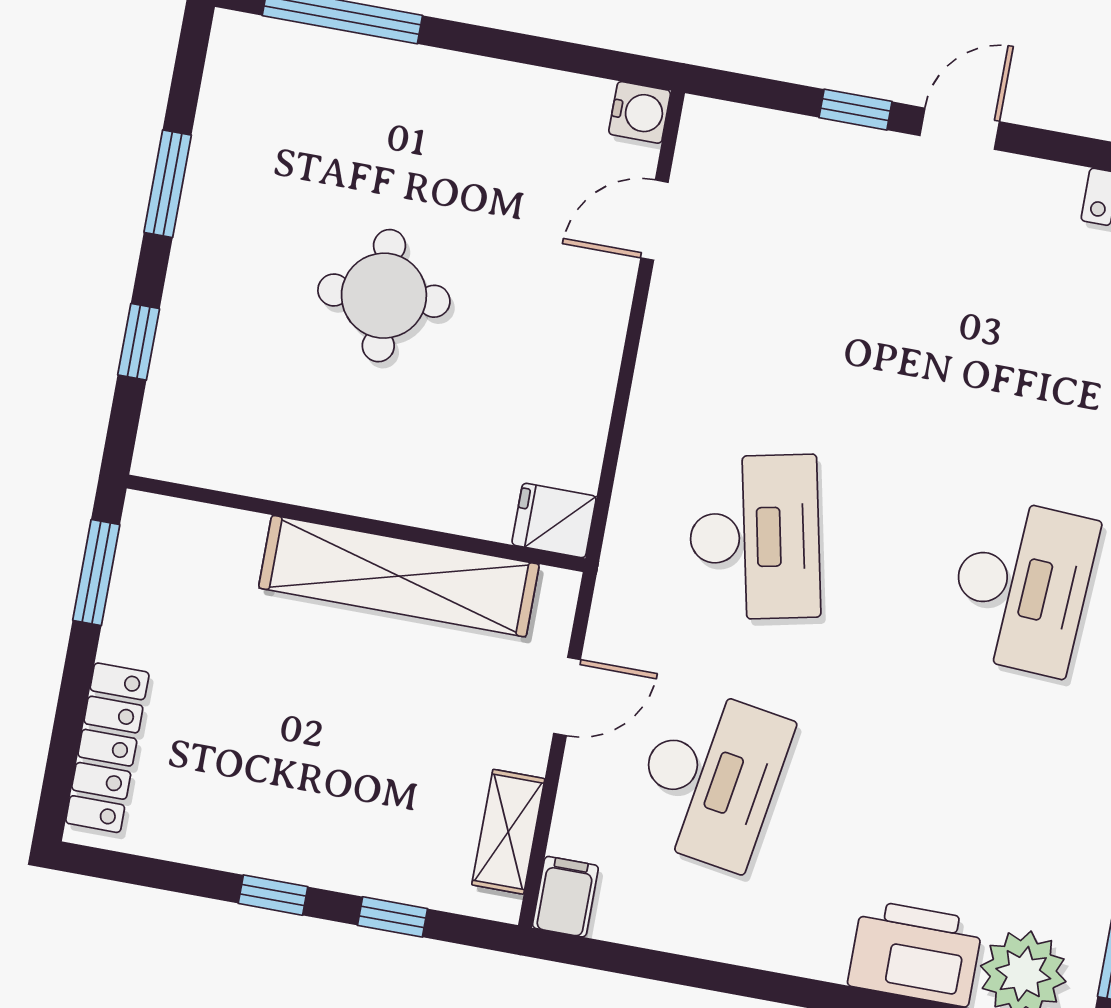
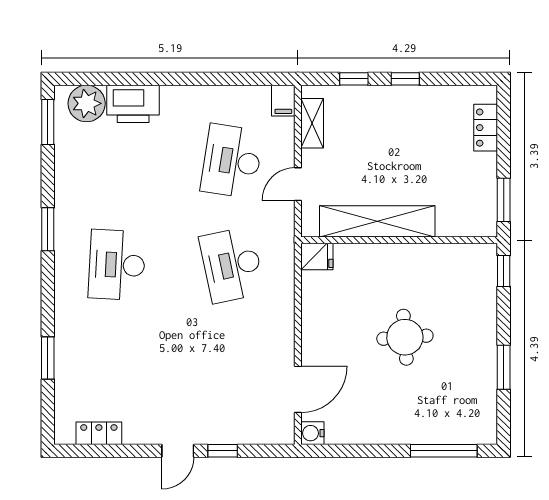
door: (655, 220) -> (298, 389), width x1.38
window: (139, 342) -> (504, 271), moved
locker: (107, 748) -> (486, 128), width x0.66

